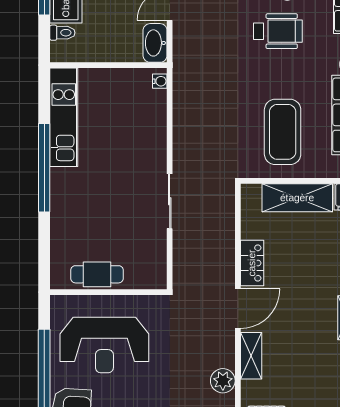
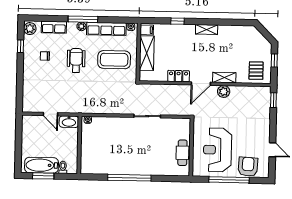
wheelchair: (278, 31) -> (76, 60), moved
kitchen unit: (64, 117) -> (105, 168), removed
door: (238, 309) -> (201, 84), swing flipped
reception desk: (104, 345) -> (217, 150), turned 180
plant: (223, 381) -> (224, 91), moved

